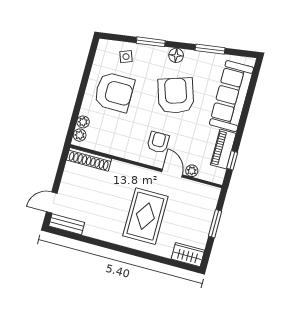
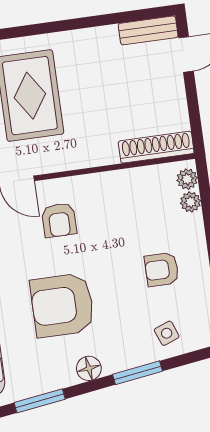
armchair: (114, 92) -> (162, 270), width x0.53, depth x0.53
armchair: (176, 96) -> (62, 305), turned 108

